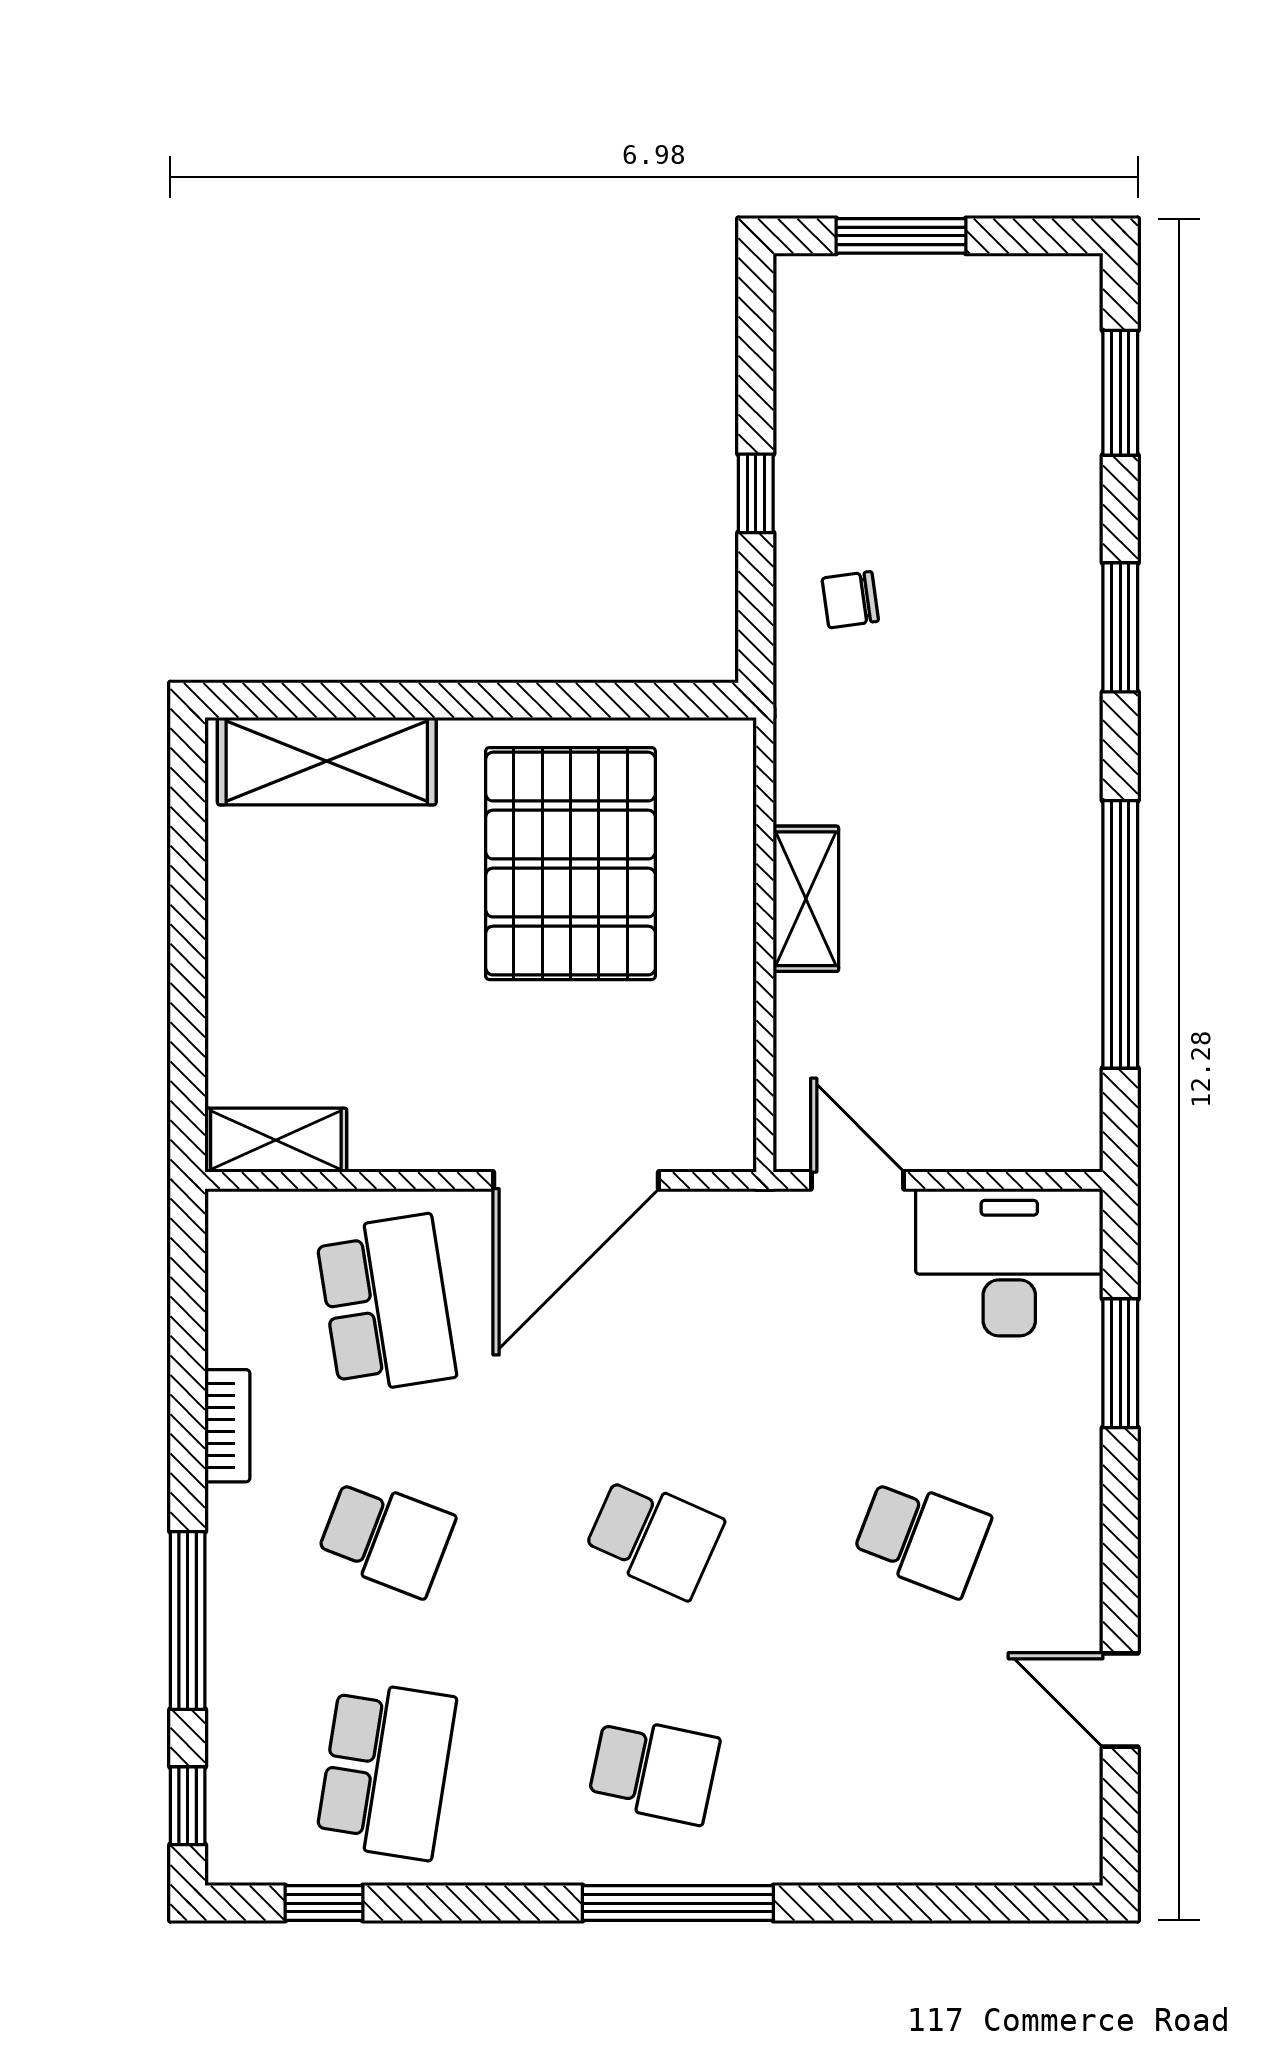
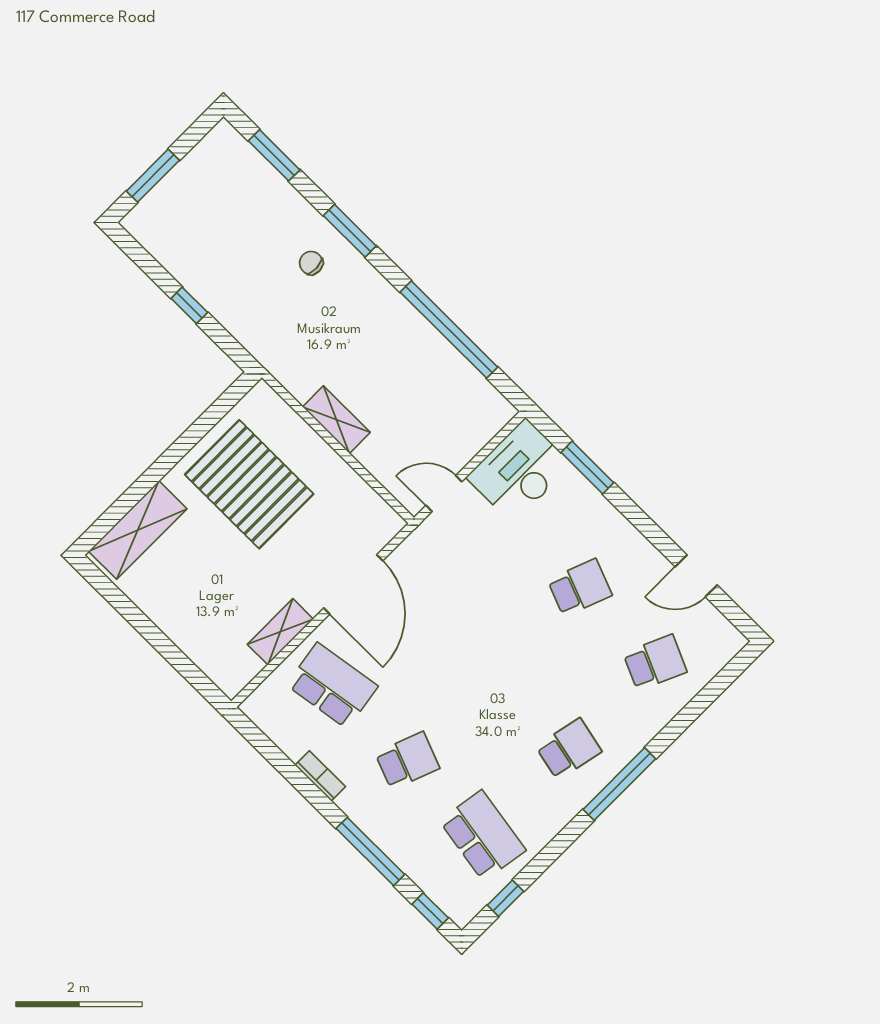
chair: (850, 600) -> (311, 263), moved, turned 96
shelving: (276, 1140) -> (280, 632), moved
school desk: (654, 1537) -> (655, 663), moved

